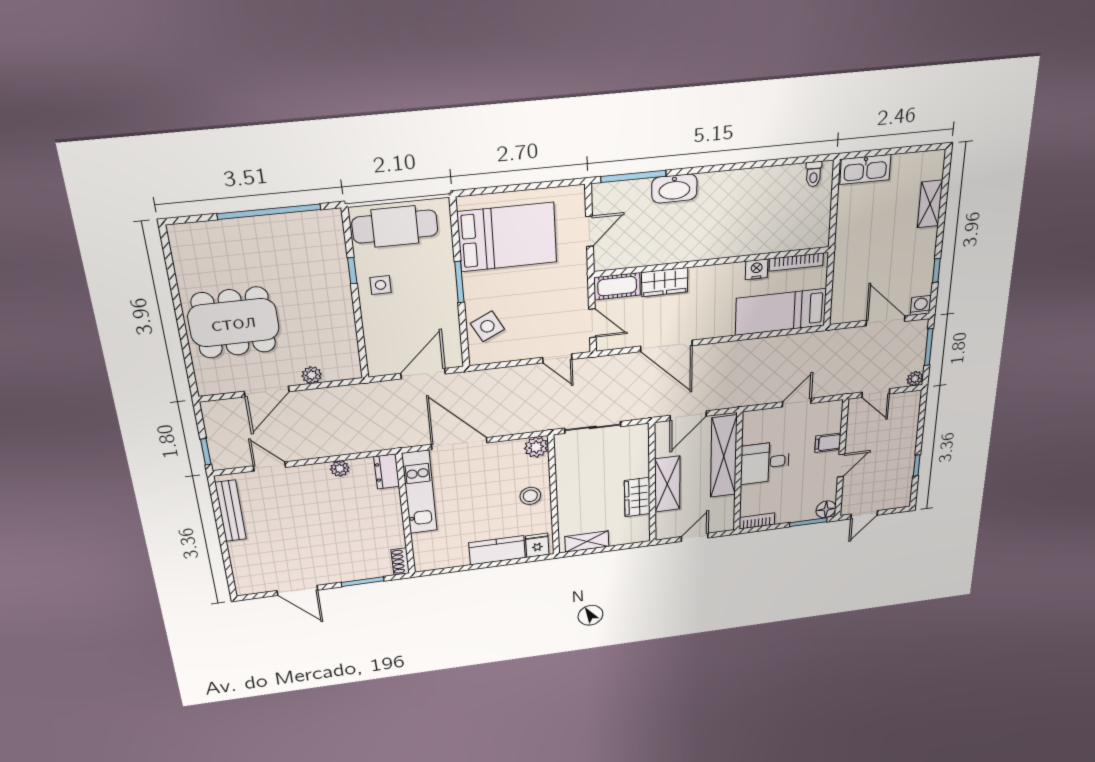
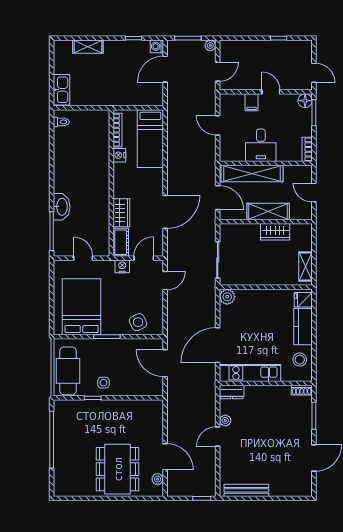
nightstand: (578, 293) -> (122, 266), added
plant: (312, 375) -> (158, 479), moved
door: (269, 467) -> (218, 437), moved
stool: (530, 496) -> (300, 360), moved

